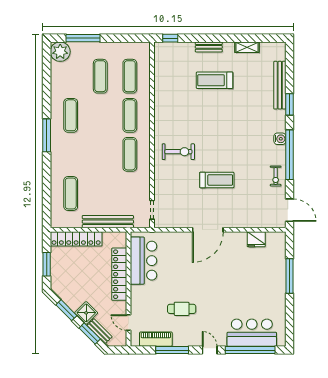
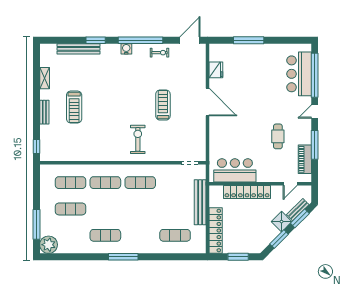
door: (208, 230) -> (207, 102), moved

